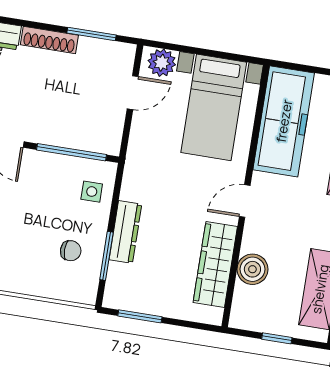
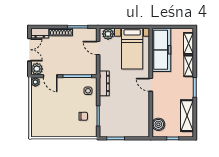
door: (133, 93) -> (98, 48), swing flipped
door: (245, 201) -> (151, 85), hinge flipped
dresser: (125, 232) -> (104, 83), moved
wardrobe: (215, 264) -> (143, 112), removed
boiler: (252, 269) -> (158, 124), moved

